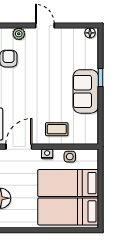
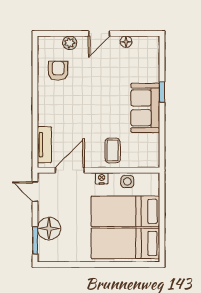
door: (45, 26) -> (99, 33), swing flipped
floor lamp: (90, 33) -> (126, 42), moved
coffee table: (57, 129) -> (113, 150), turned 90

